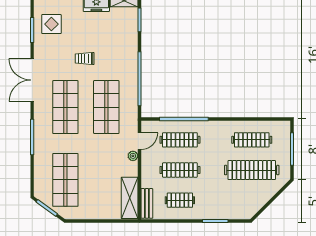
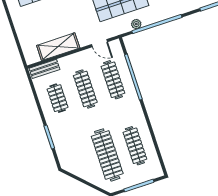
plant: (133, 156) -> (136, 24), moved
shelving: (130, 198) -> (58, 47), moved

